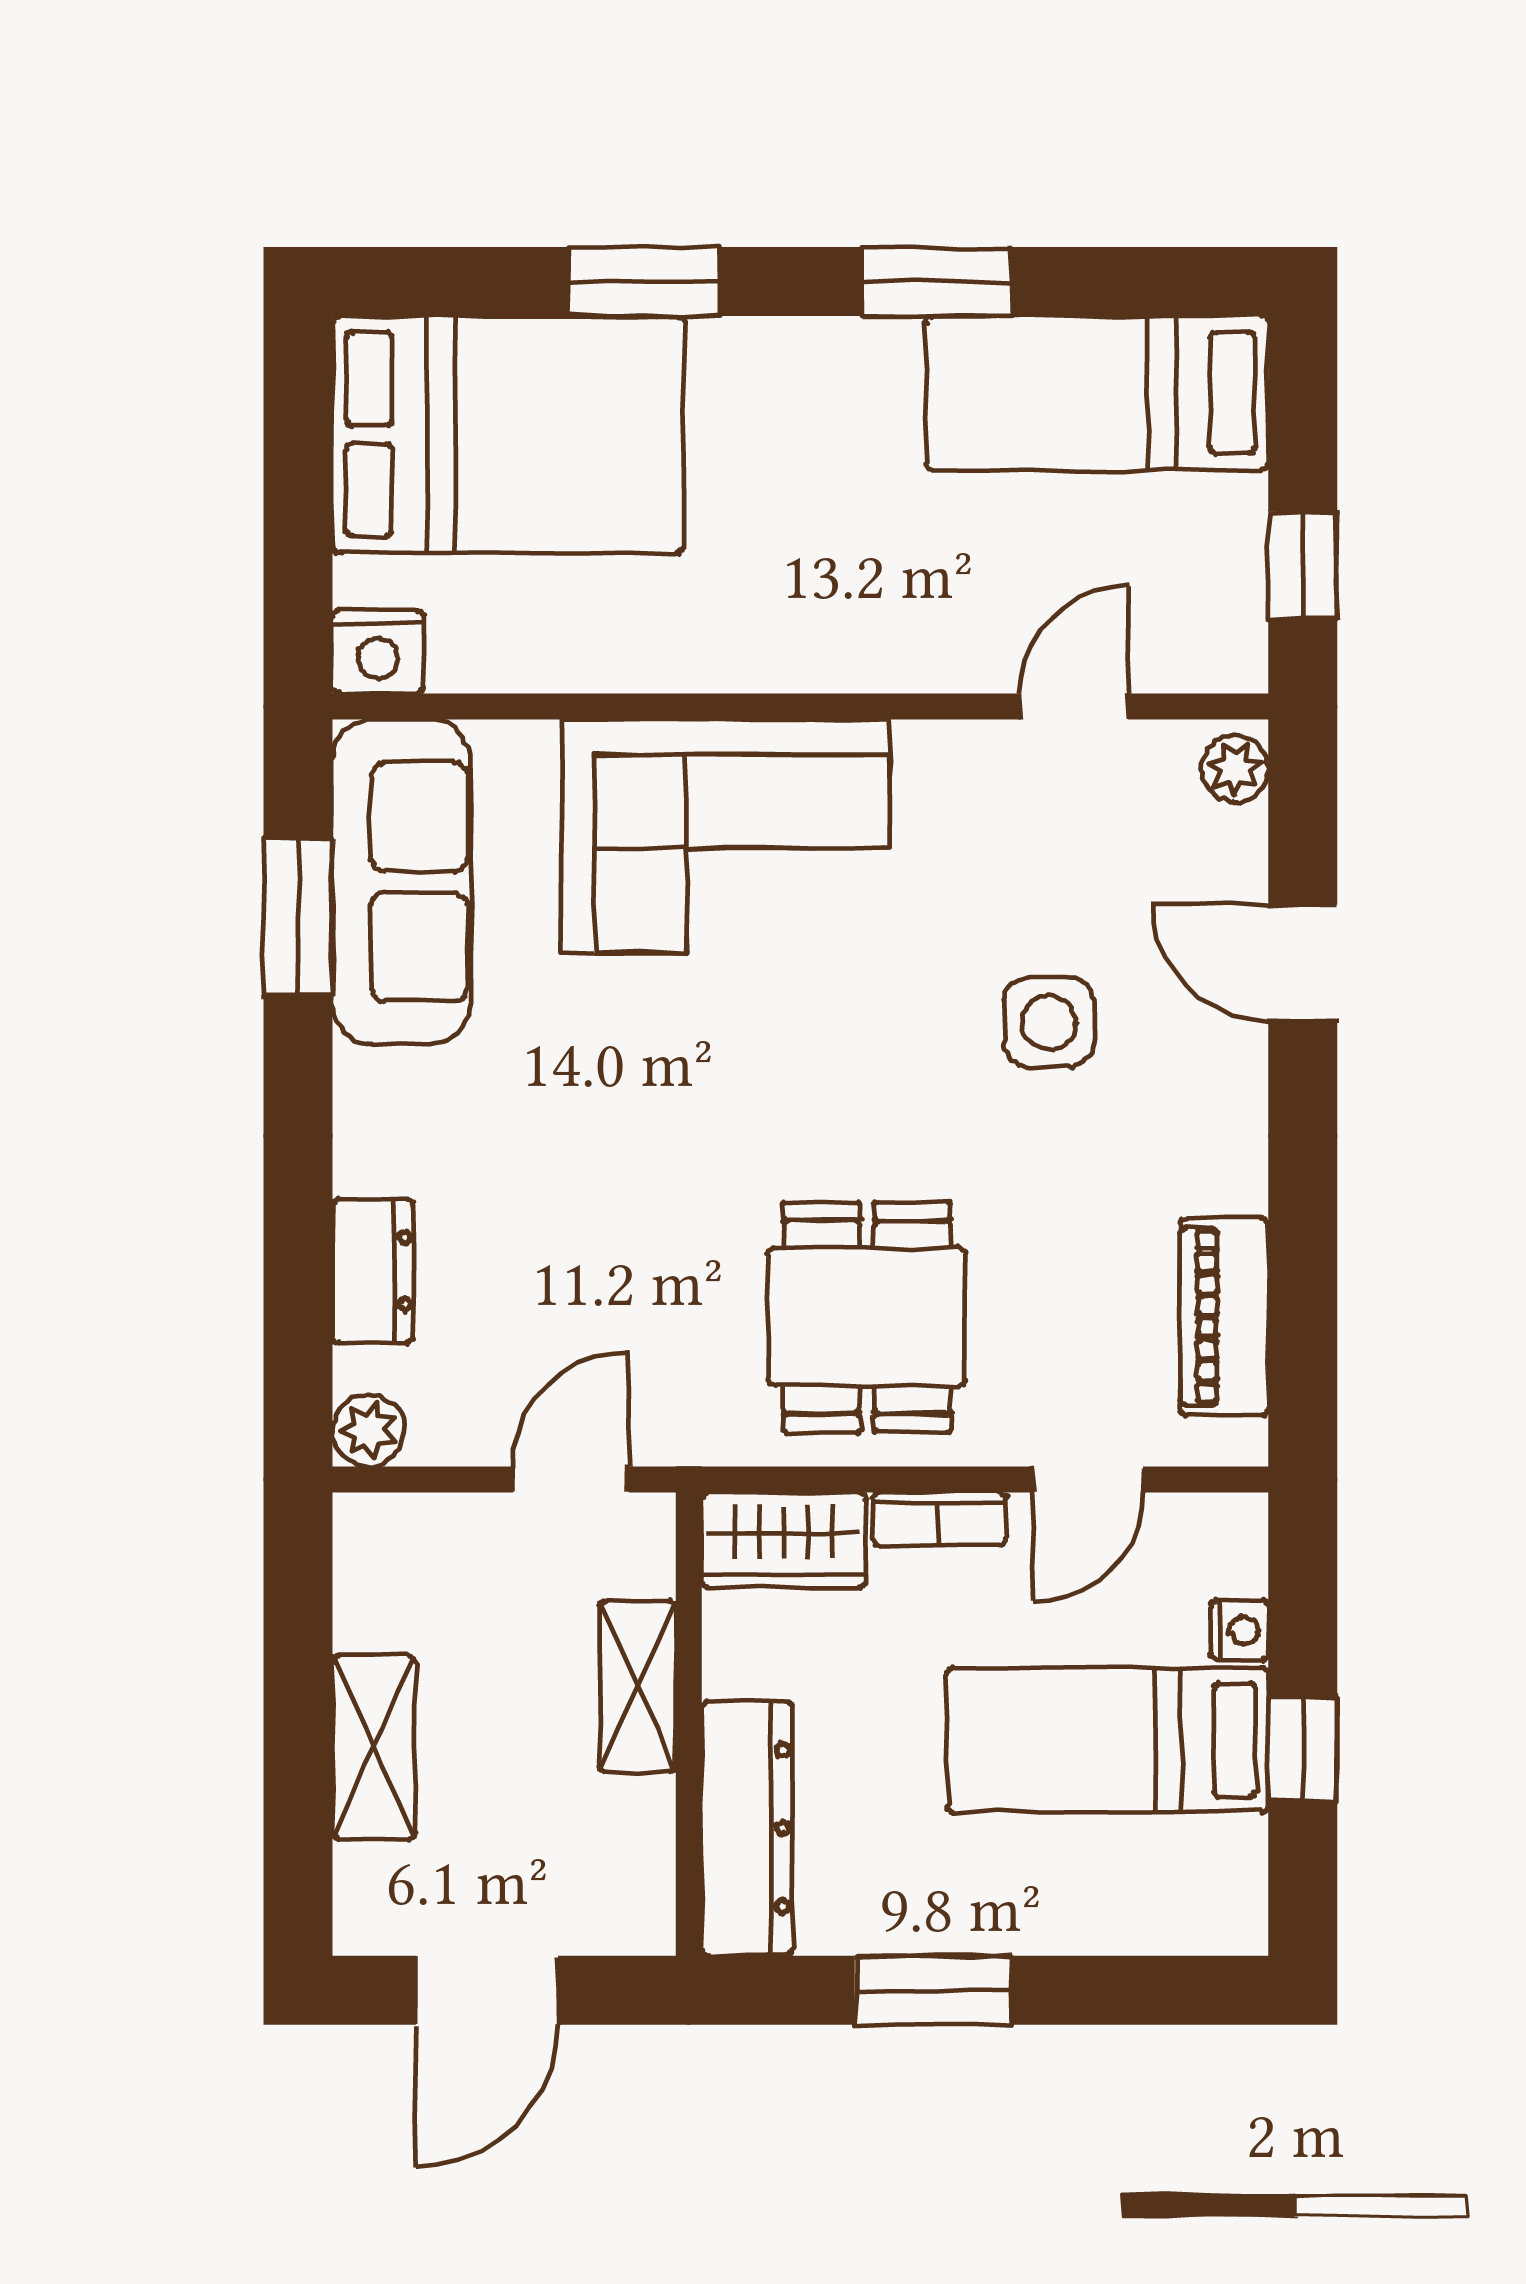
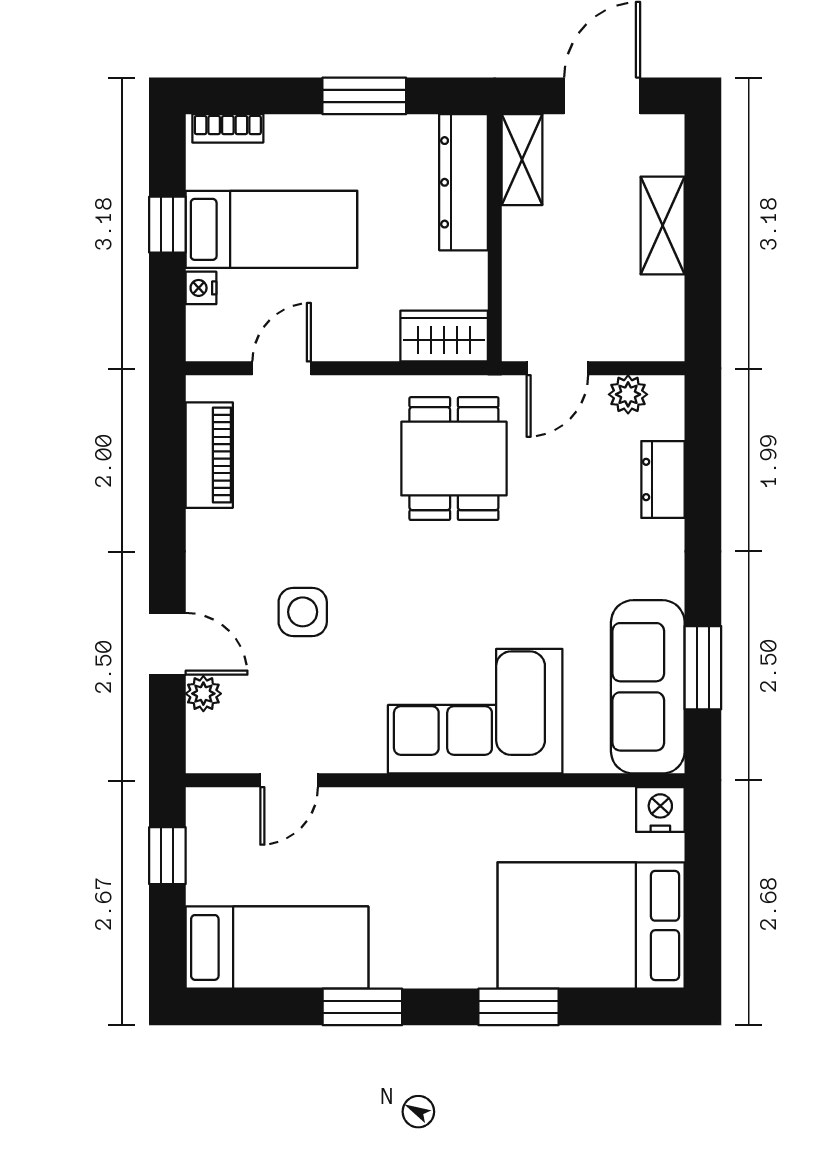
plant: (1235, 769) -> (203, 694), moved
dining table: (867, 1317) -> (454, 459), moved
plant: (368, 1430) -> (628, 394), moved
bookcase: (939, 1519) -> (228, 128), moved, turned 180
shelving: (637, 1686) -> (522, 160), moved

